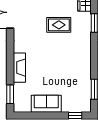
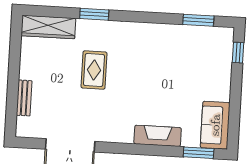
sofa: (46, 104) -> (215, 125), moved

